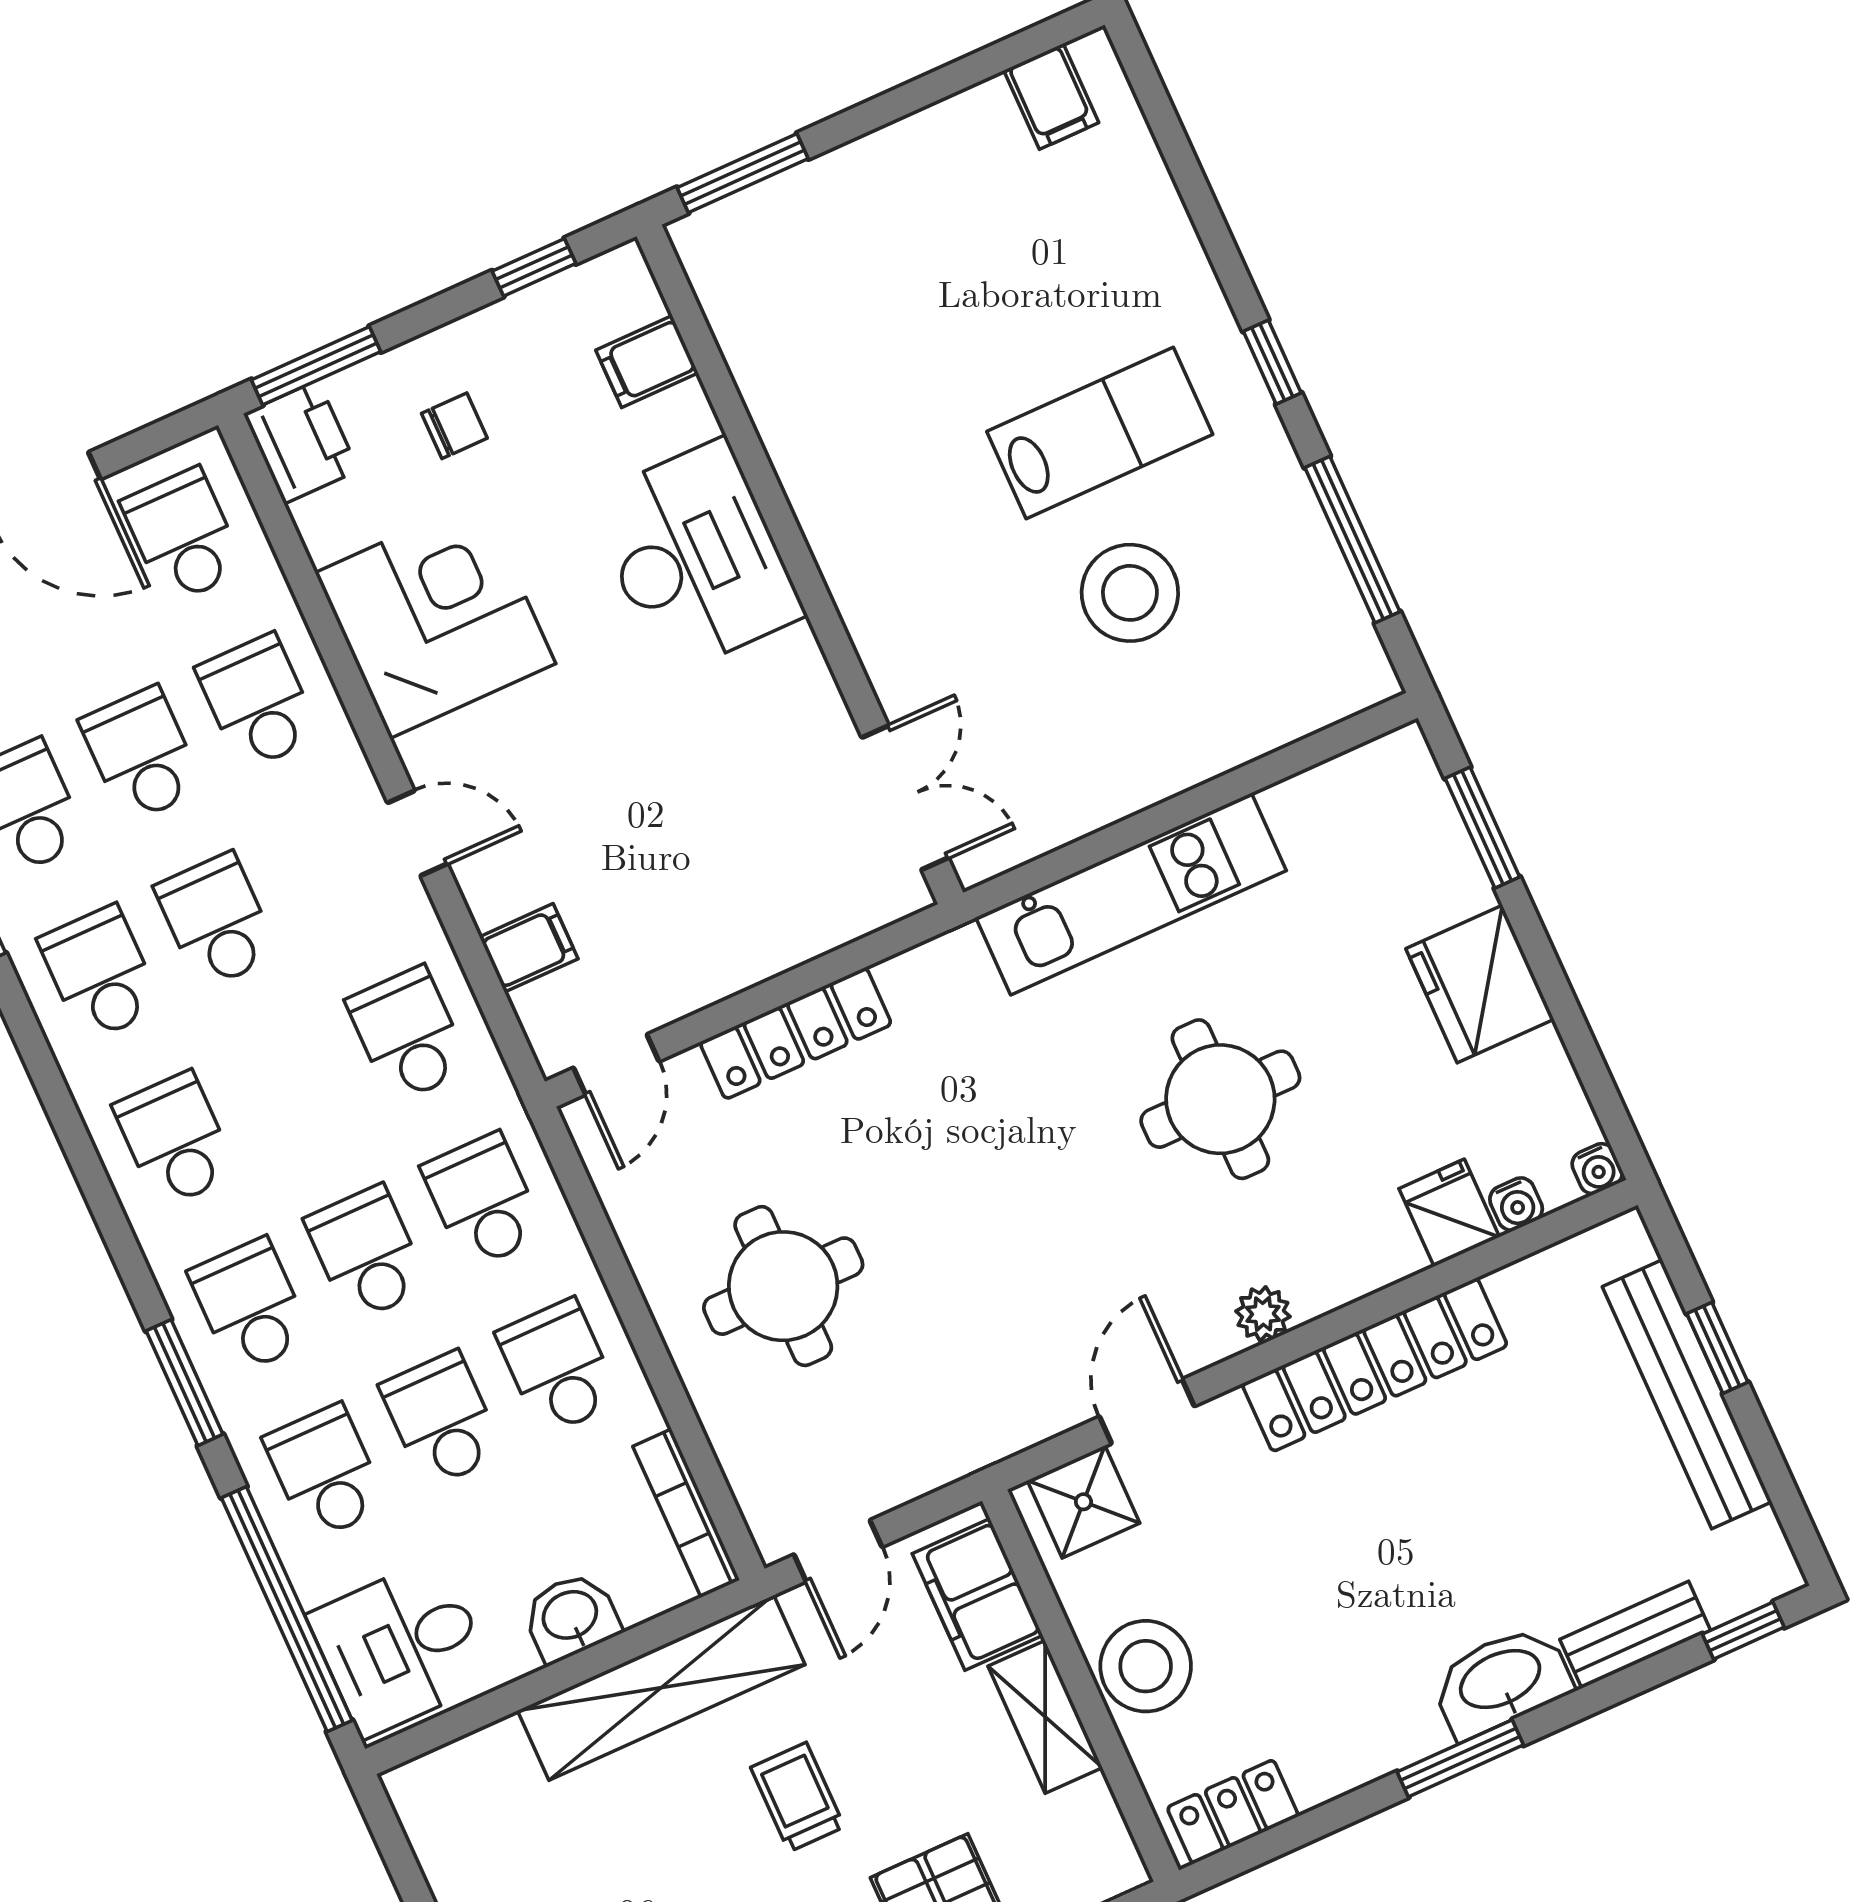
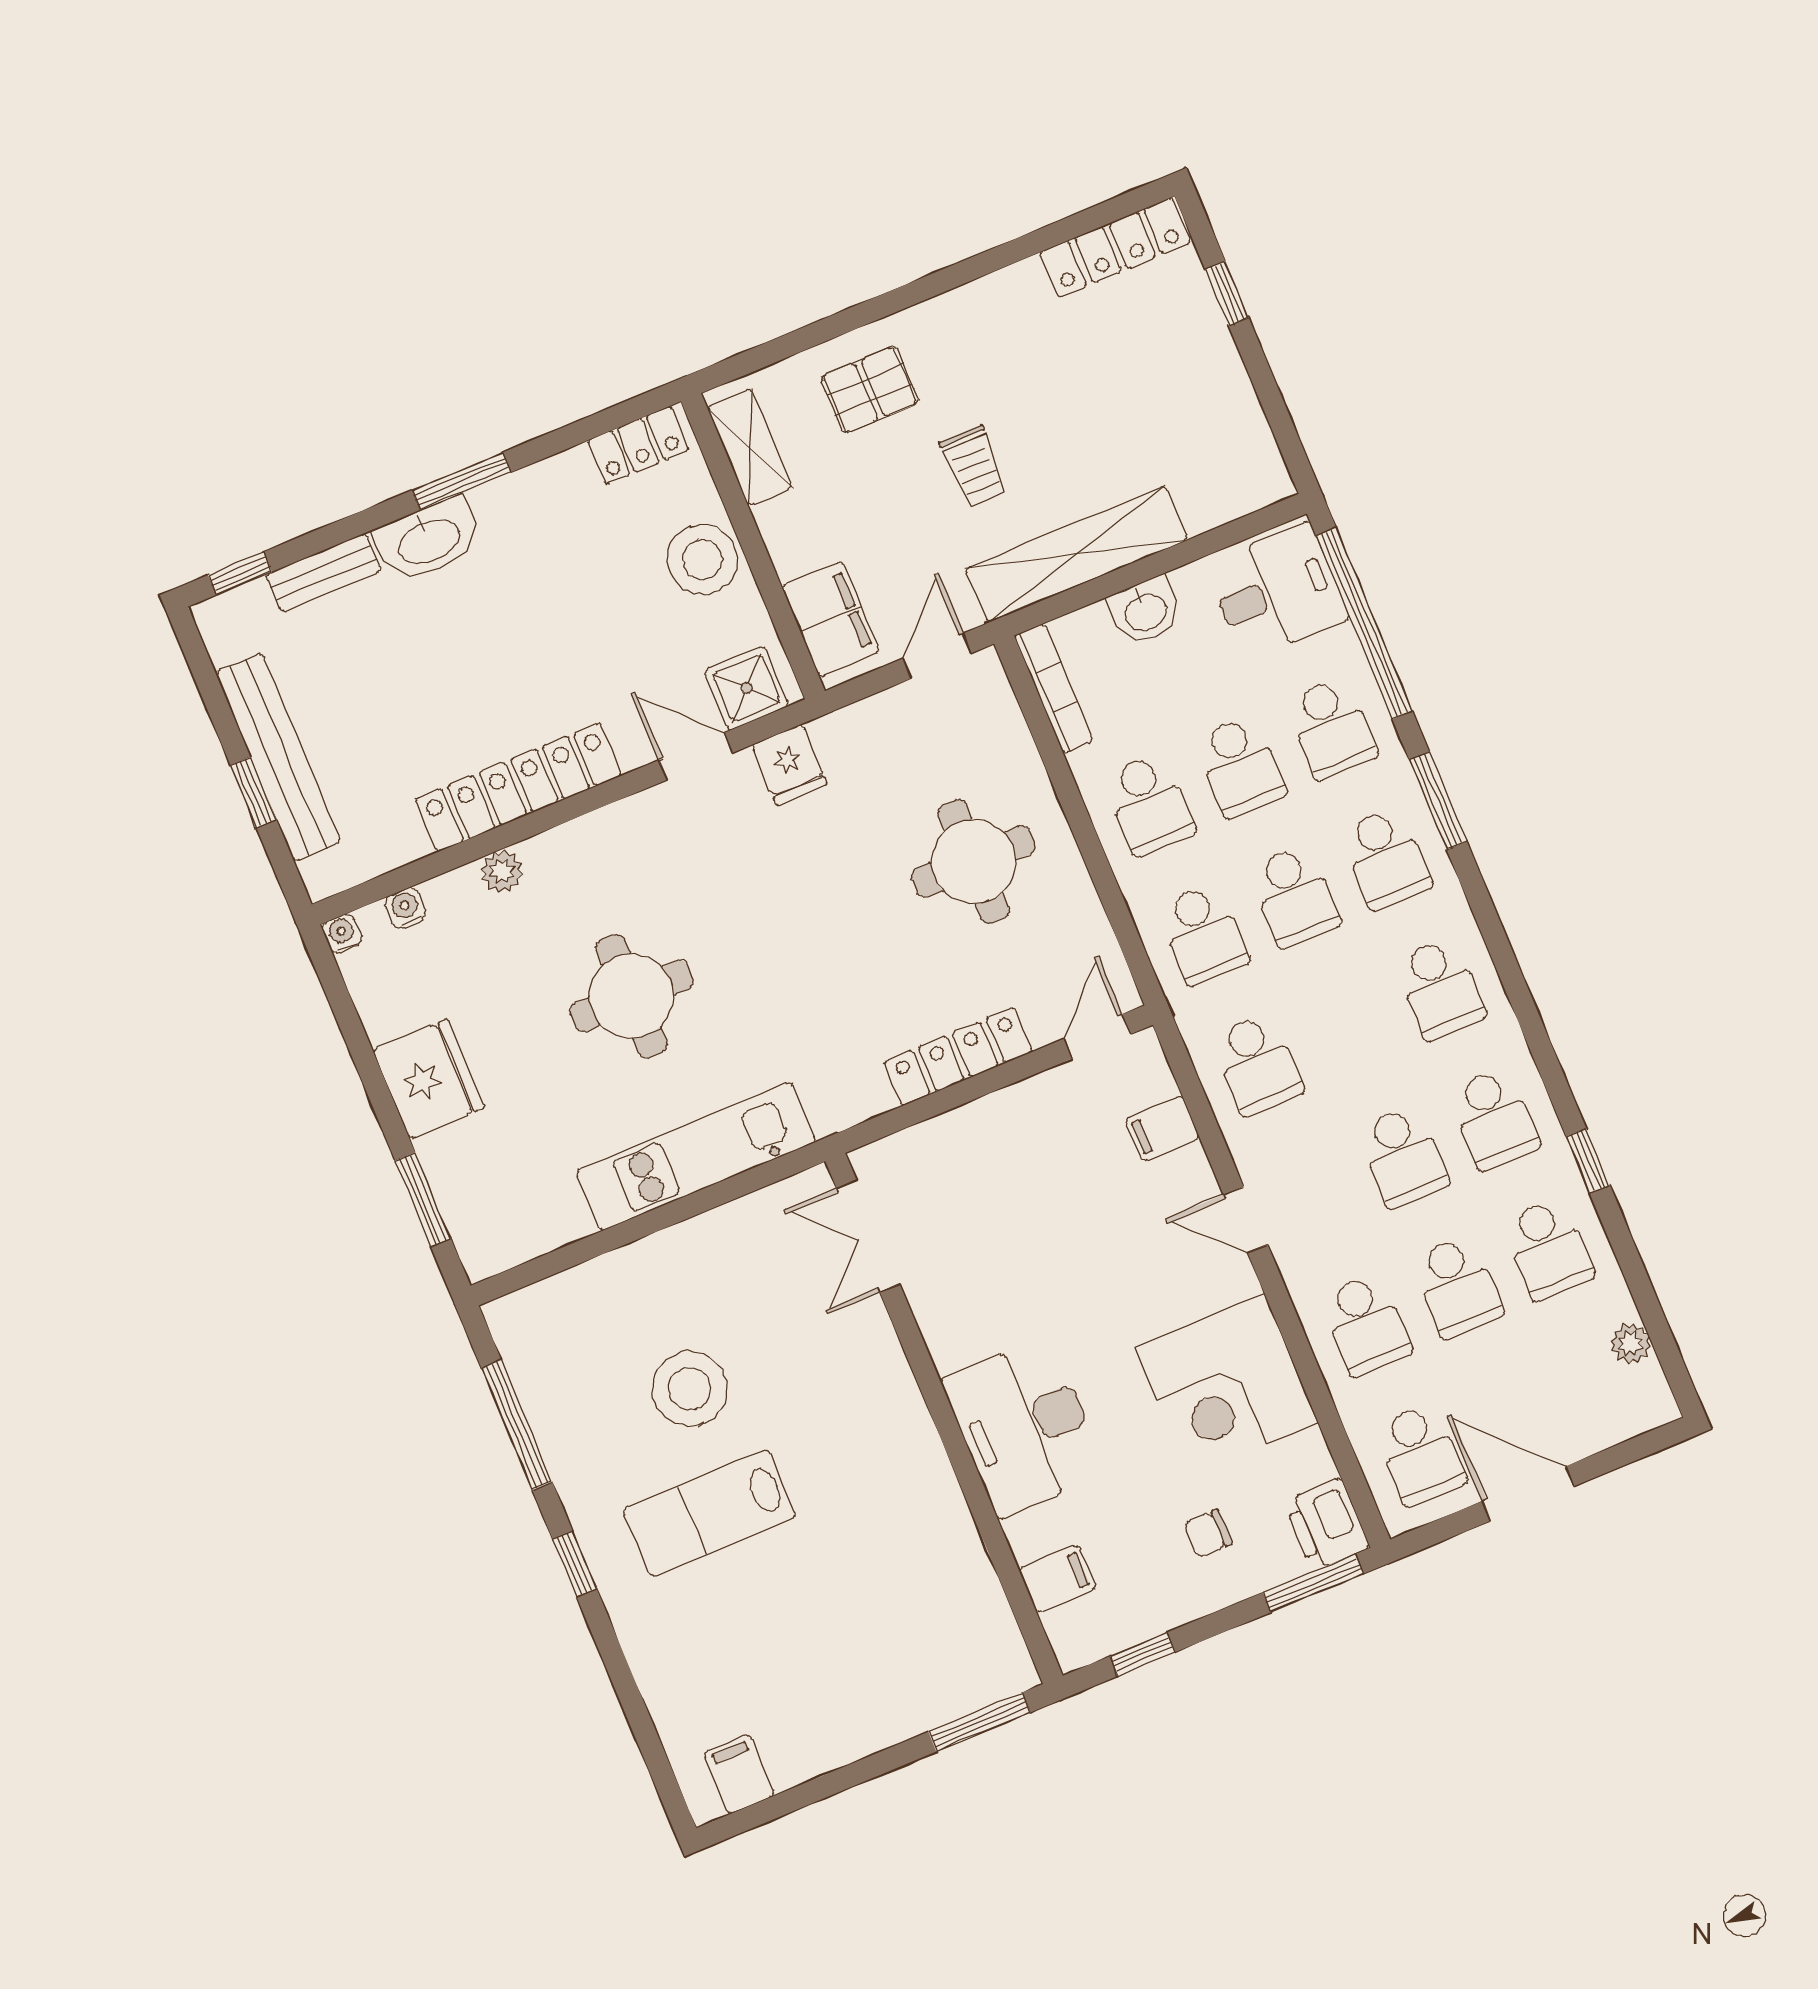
fridge: (1449, 1213) -> (789, 765), moved
plant: (1263, 1314) -> (502, 871), moved
door: (1147, 1411) -> (696, 756), swing flipped
shelving: (1045, 1717) -> (750, 447), moved

